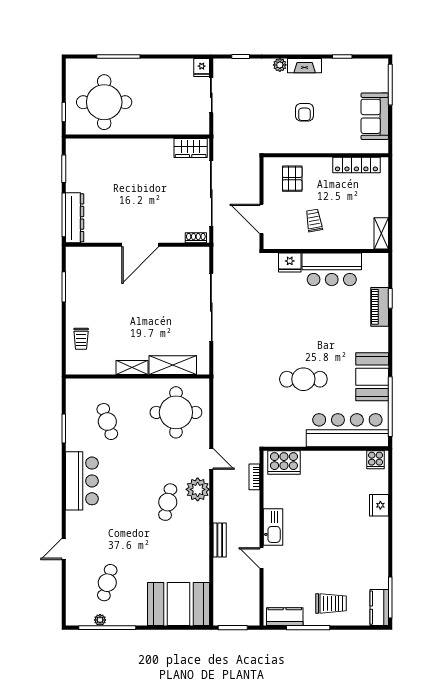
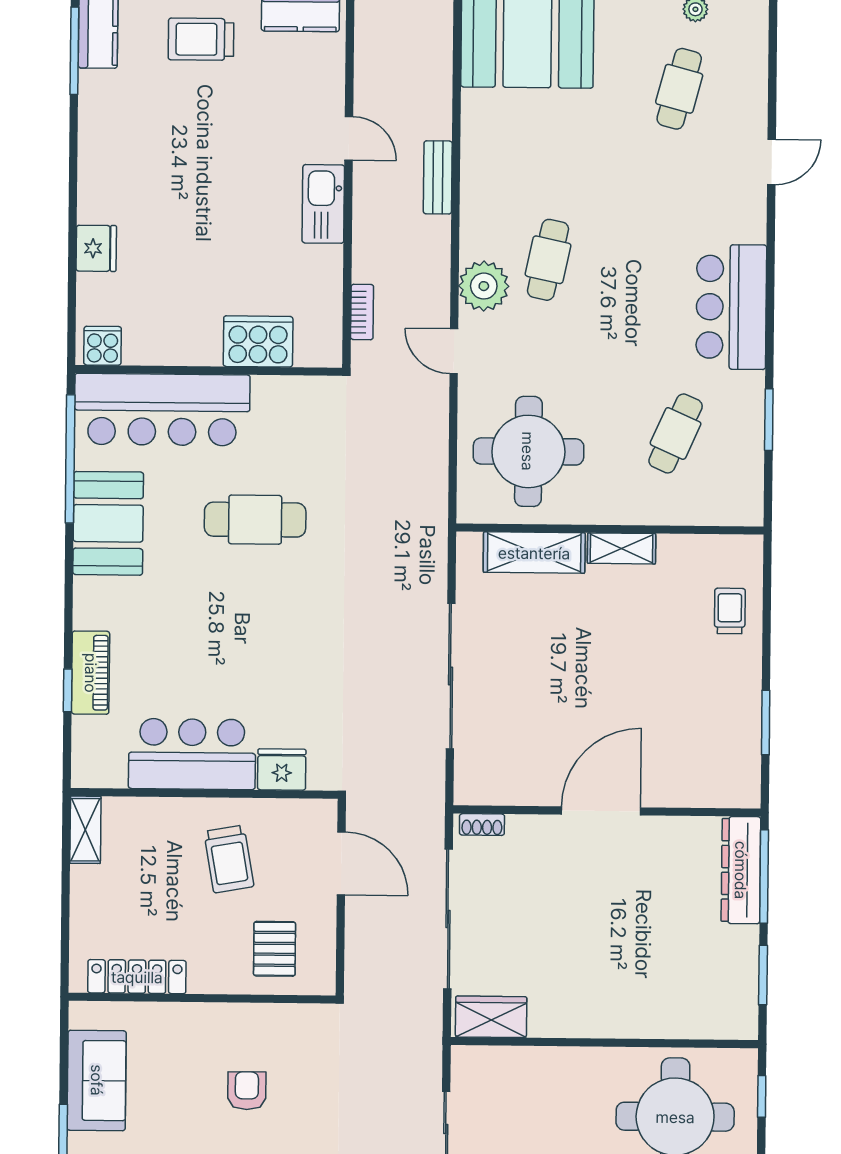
trolley: (314, 220) -> (229, 859), width x1.36, depth x1.39
cafe table: (107, 422) -> (676, 433), turned 42
cooker: (284, 463) -> (258, 341), moved

